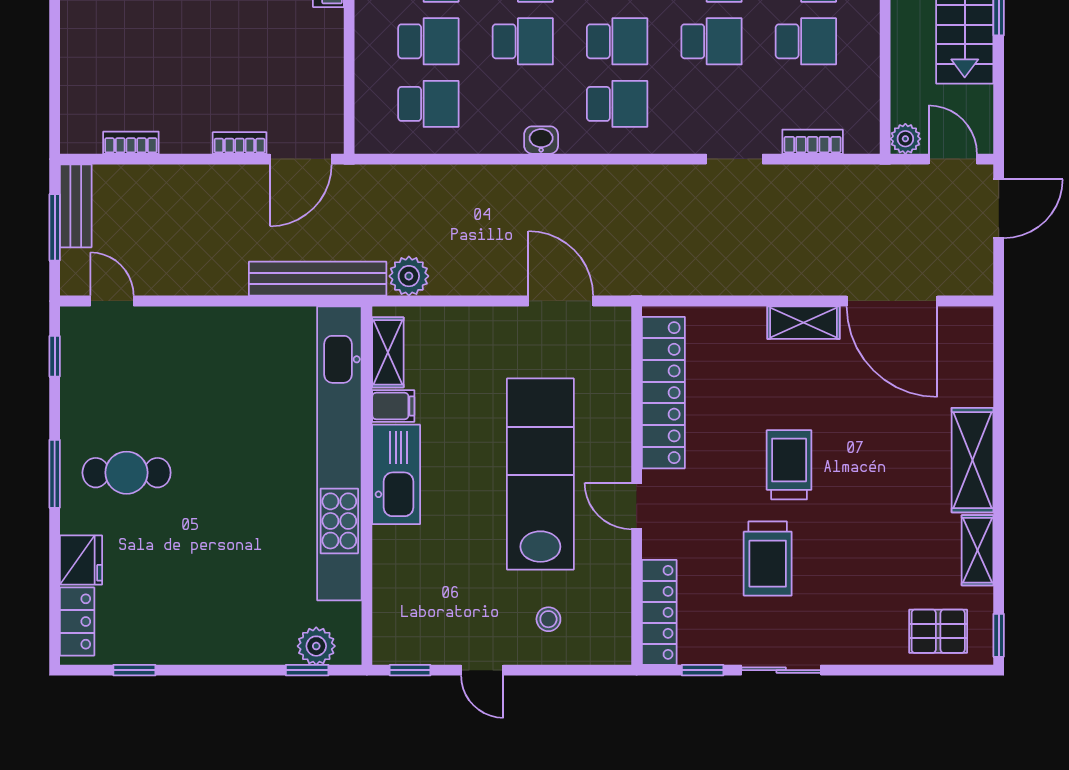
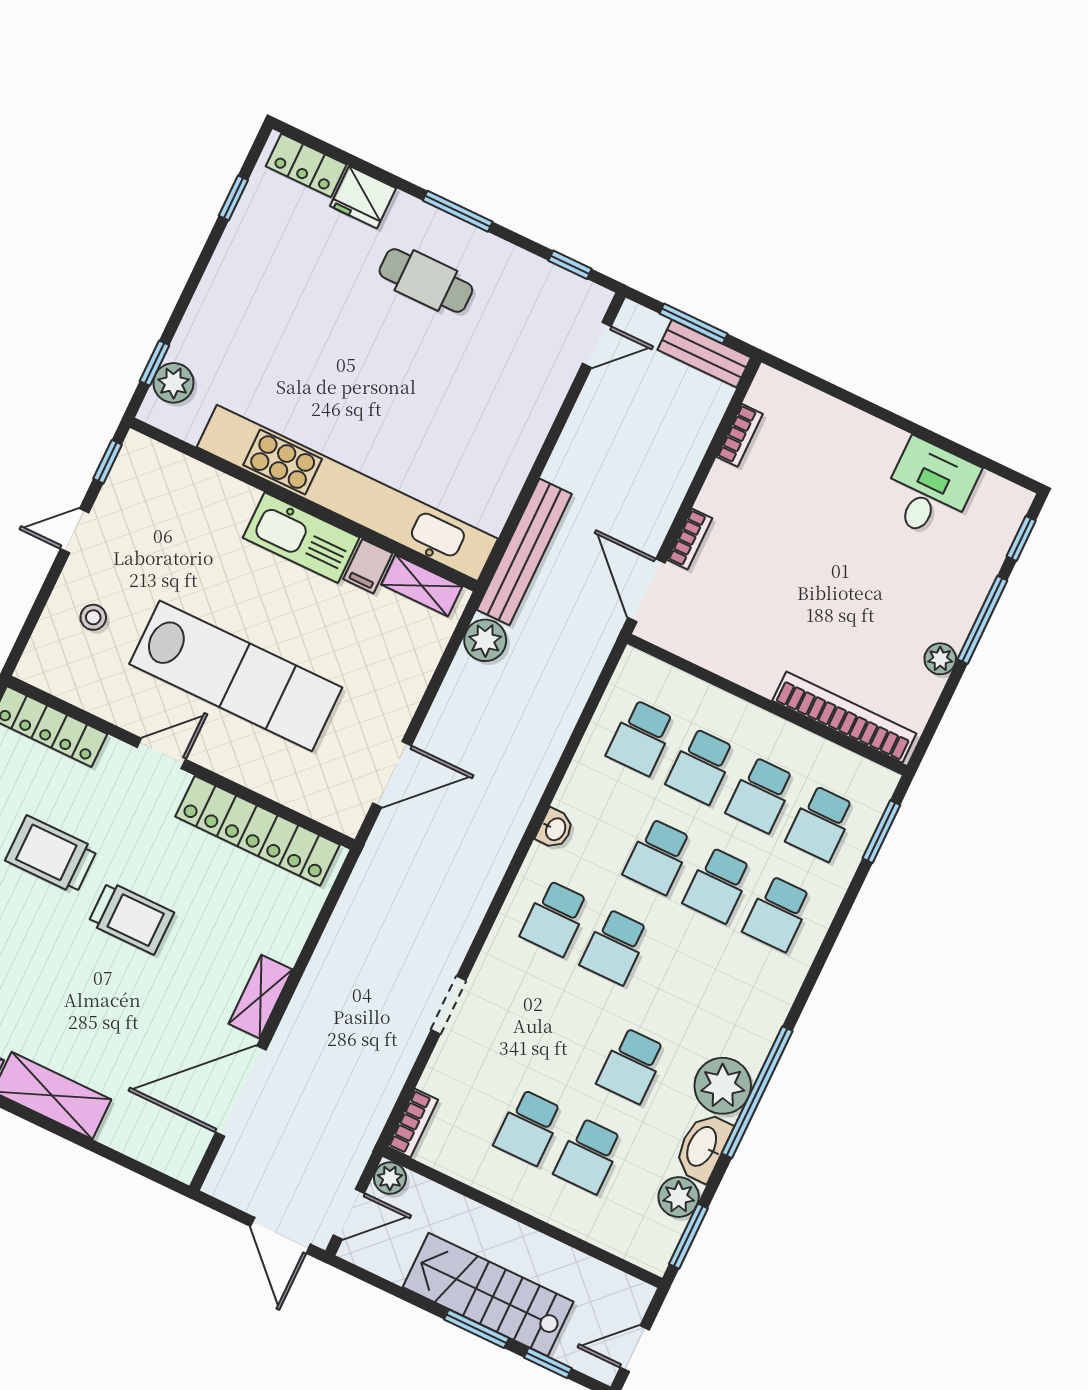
school desk: (711, 41) -> (572, 1037), removed
bookcase: (813, 142) -> (413, 1123), moved
cafe table: (127, 473) -> (426, 281), turned 90

